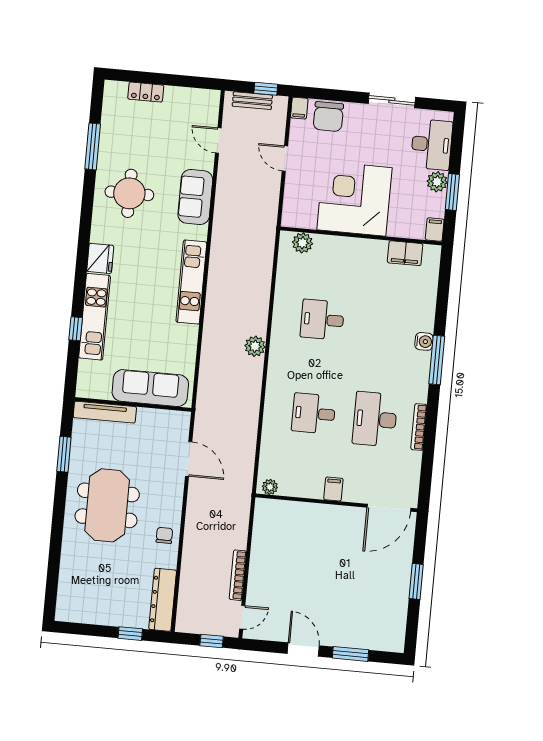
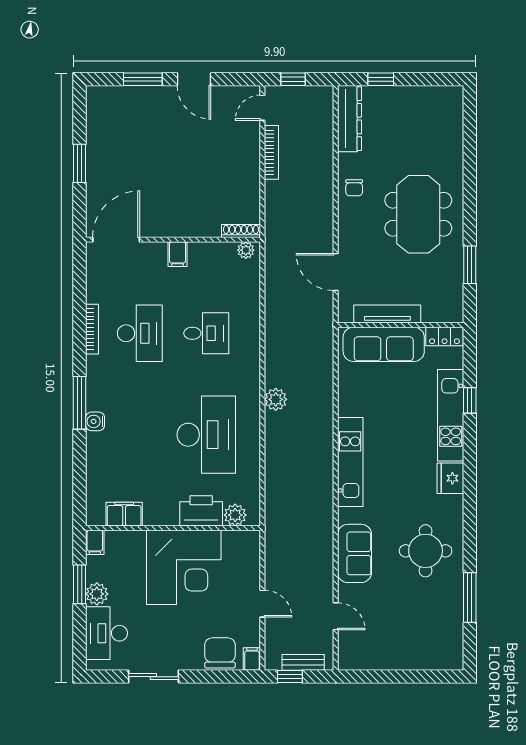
locker: (146, 92) -> (444, 336), moved, turned 180
printer: (334, 250) -> (201, 511), added
desk: (322, 320) -> (206, 435), width x1.87, depth x1.30
tv unit: (105, 412) -> (387, 314), moved
shoe rack: (273, 505) -> (241, 231), added

